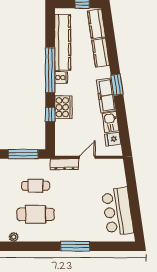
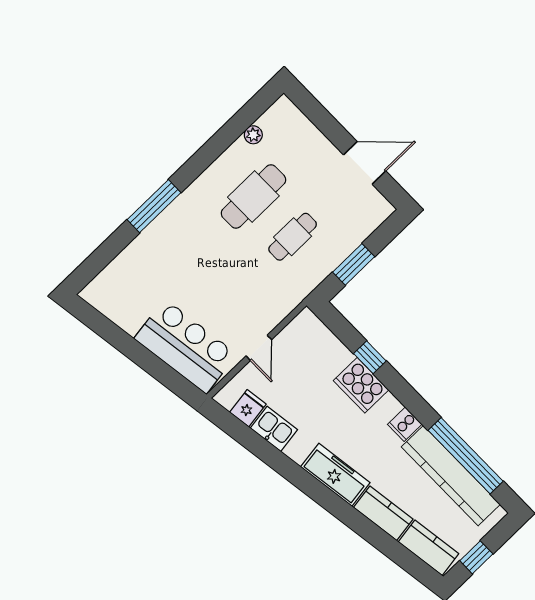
window: (50, 70) -> (466, 456), moved
window: (117, 85) -> (316, 491), removed
freezer: (106, 95) -> (335, 475), moved
window: (23, 154) -> (354, 264), width x0.69
dresser: (64, 164) -> (282, 307), removed
bar counter: (118, 212) -> (185, 346), moved

